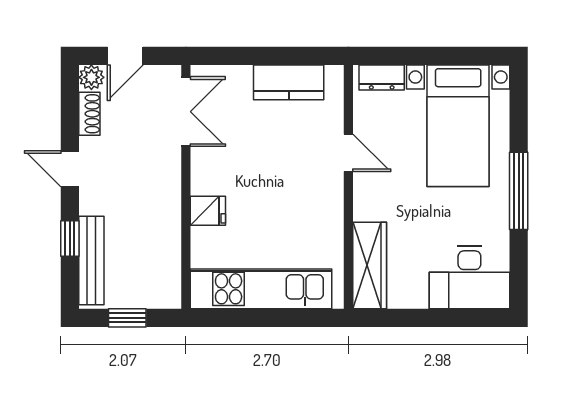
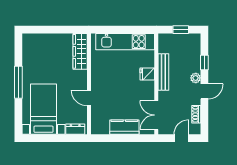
plant: (91, 77) -> (196, 78), moved
kitchen counter: (289, 82) -> (124, 127), moved
door: (70, 169) -> (204, 91), hinge flipped
bench: (91, 260) -> (163, 72), moved
desk: (469, 277) -> (39, 46), removed

